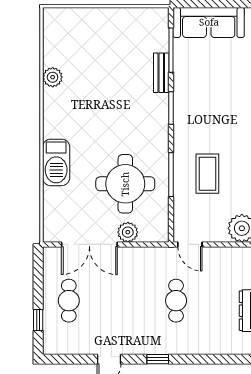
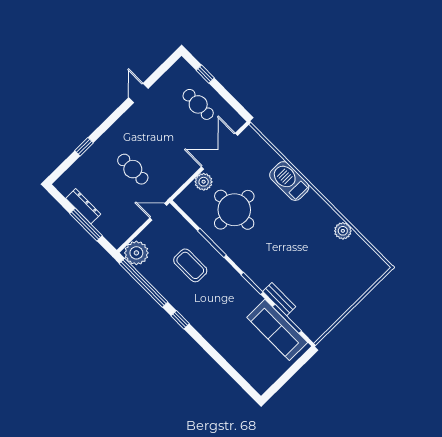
sofa: (209, 22) -> (277, 330), moved, turned -90
window: (158, 359) -> (84, 147), moved

